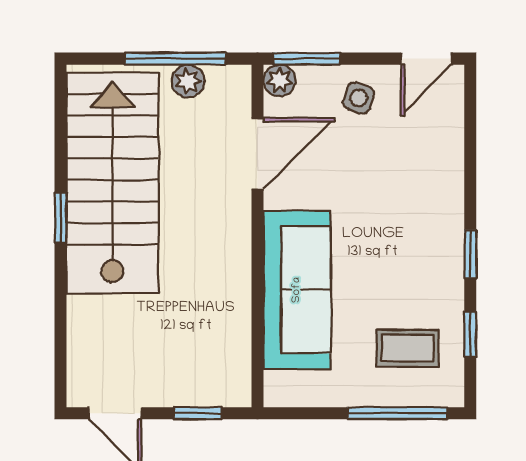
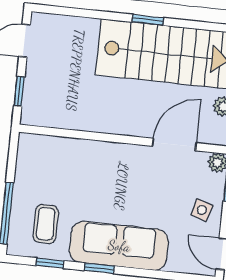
door: (258, 154) -> (174, 145), swing flipped
sofa: (297, 290) -> (119, 246), moved, turned 180

